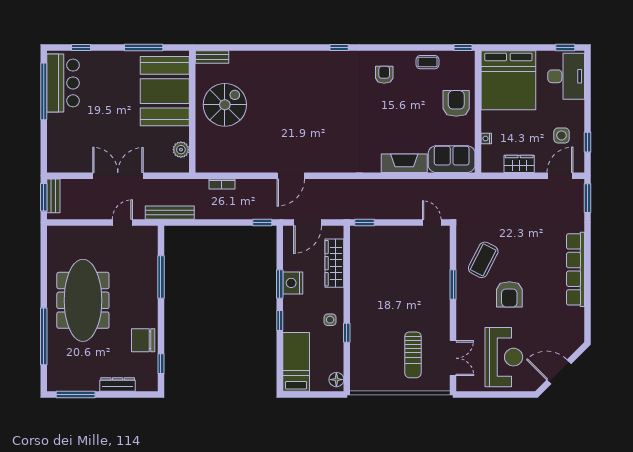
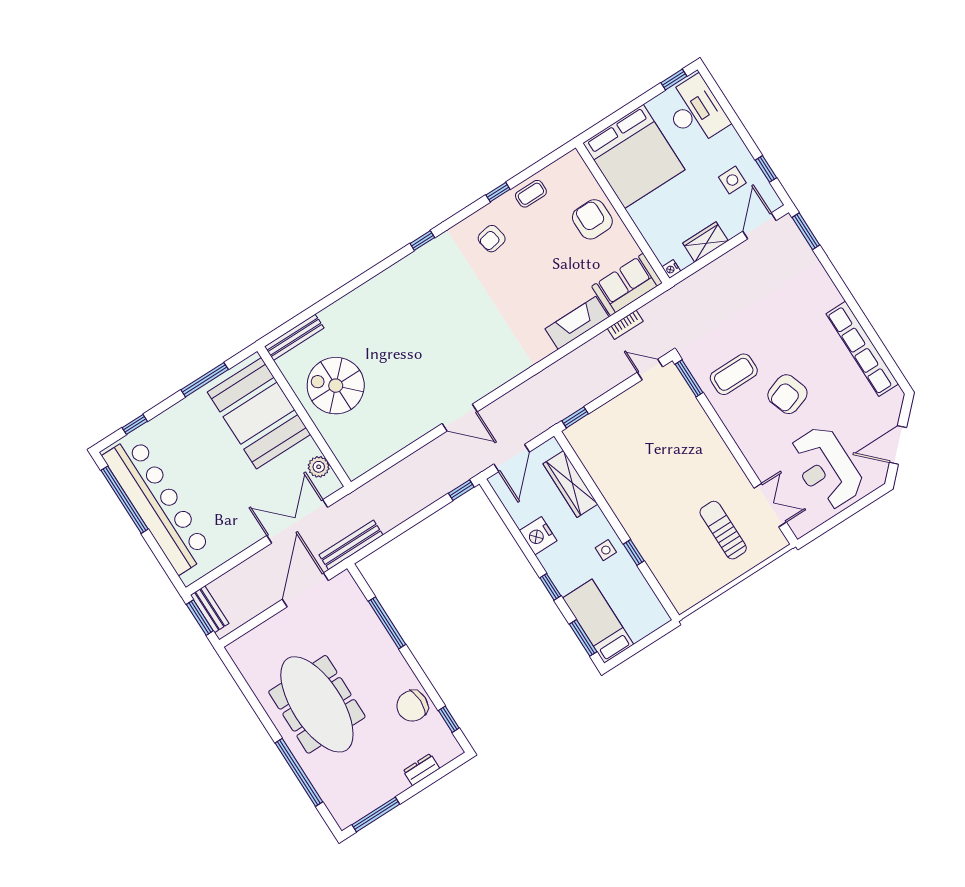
window: (463, 48) -> (498, 192), moved
bench: (212, 57) -> (294, 337), width x1.36
armchair: (384, 75) -> (492, 239), turned -101
bar counter: (63, 83) -> (158, 504), width x1.86
spiral stairs: (225, 105) -> (336, 386), turned -90
nightstand: (486, 139) -> (671, 269), moved
double door: (118, 176) -> (297, 521), moved
door: (291, 176) -> (460, 418), hinge flipped
bookcase: (222, 184) -> (625, 325), moved
door: (122, 223) -> (305, 590), width x1.87
coffee table: (483, 260) -> (734, 374), turned 63
row of seats: (576, 269) -> (862, 349), moved
window: (280, 284) -> (583, 638), moved
window: (453, 284) -> (689, 378), moved
armchair: (509, 294) -> (787, 394), turned 71
sun lounger: (413, 355) -> (723, 530), turned 180
reception desk: (504, 357) -> (826, 468), turned 180
floor lamp: (336, 380) -> (656, 612), removed
dresser: (118, 384) -> (421, 770), width x0.70

